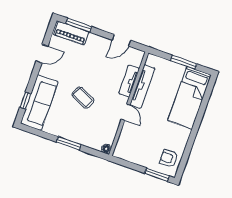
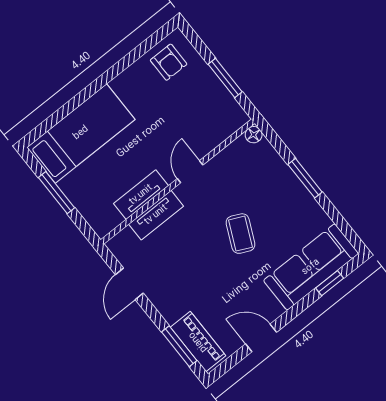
door: (121, 40) -> (129, 284), swing flipped
tv unit: (142, 86) -> (141, 195), width x0.71
window: (157, 175) -> (225, 78), moved

